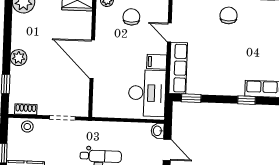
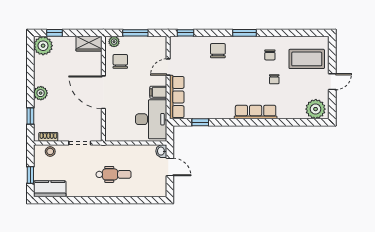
chair: (131, 17) -> (120, 61), moved
door: (169, 33) -> (168, 67), hinge flipped
window: (191, 98) -> (200, 122), moved
window: (246, 100) -> (236, 122), removed

